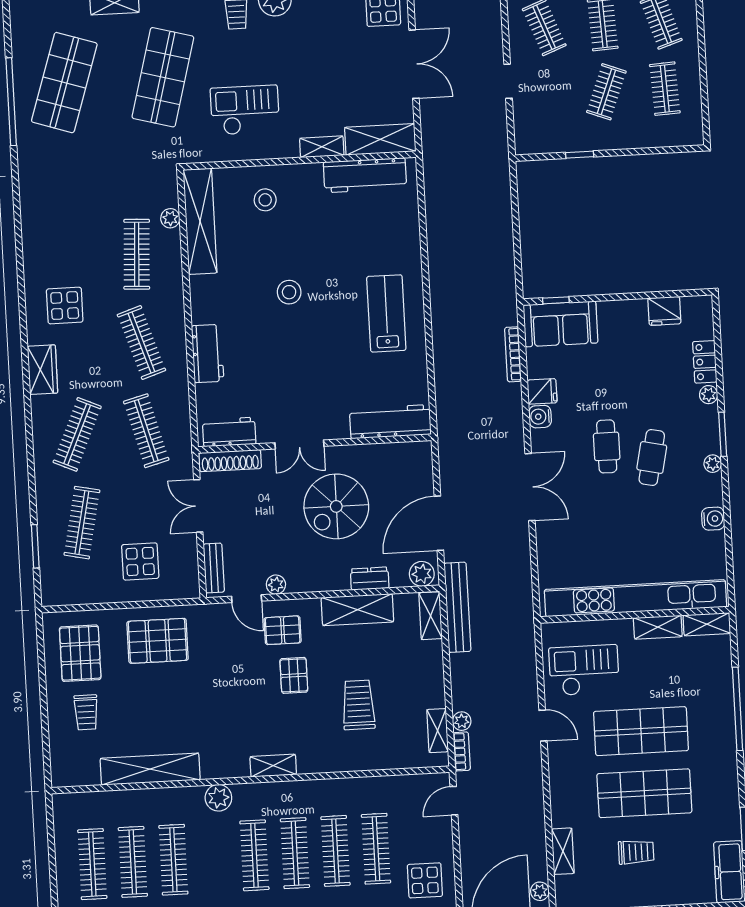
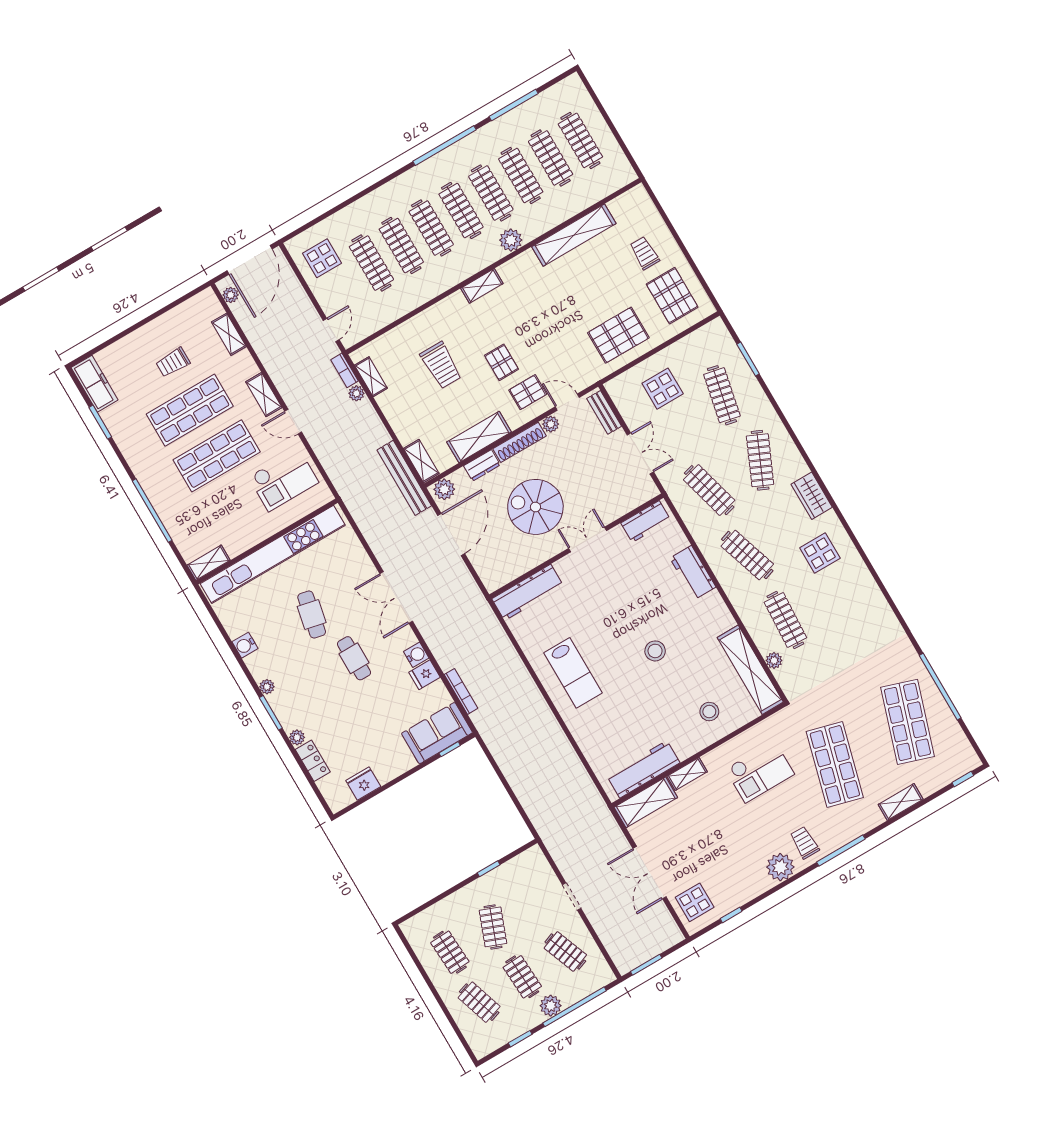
cafe table: (652, 457) -> (312, 615), moved
shoe rack: (230, 461) -> (519, 442), moved, turned 180
spiral stairs: (336, 506) -> (535, 507), turned -90
shelving: (658, 627) -> (264, 395), moved, turned 90
clothes rail: (214, 858) -> (491, 193), added

